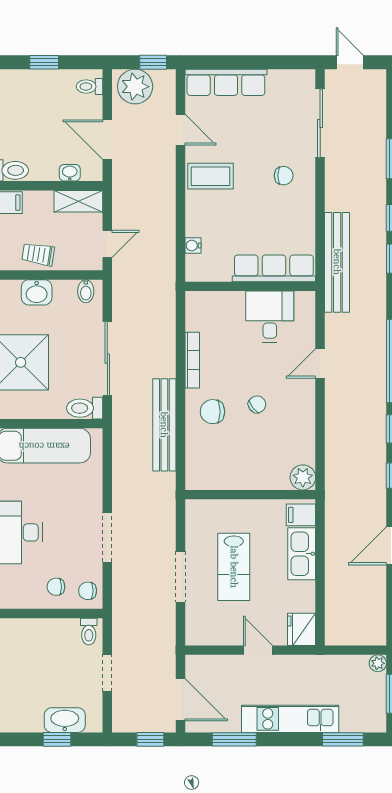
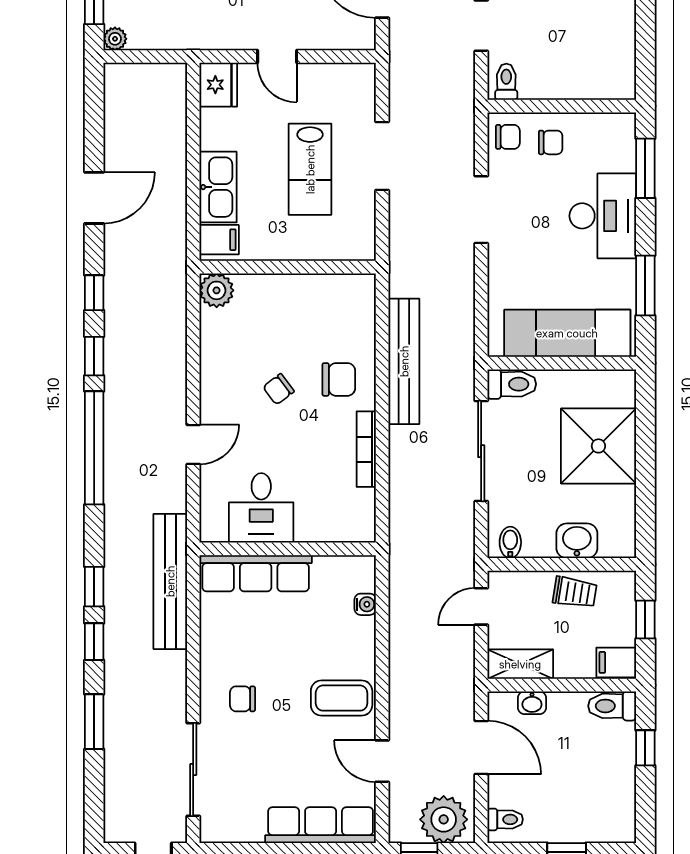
lab bench: (234, 567) -> (310, 169), turned 180

